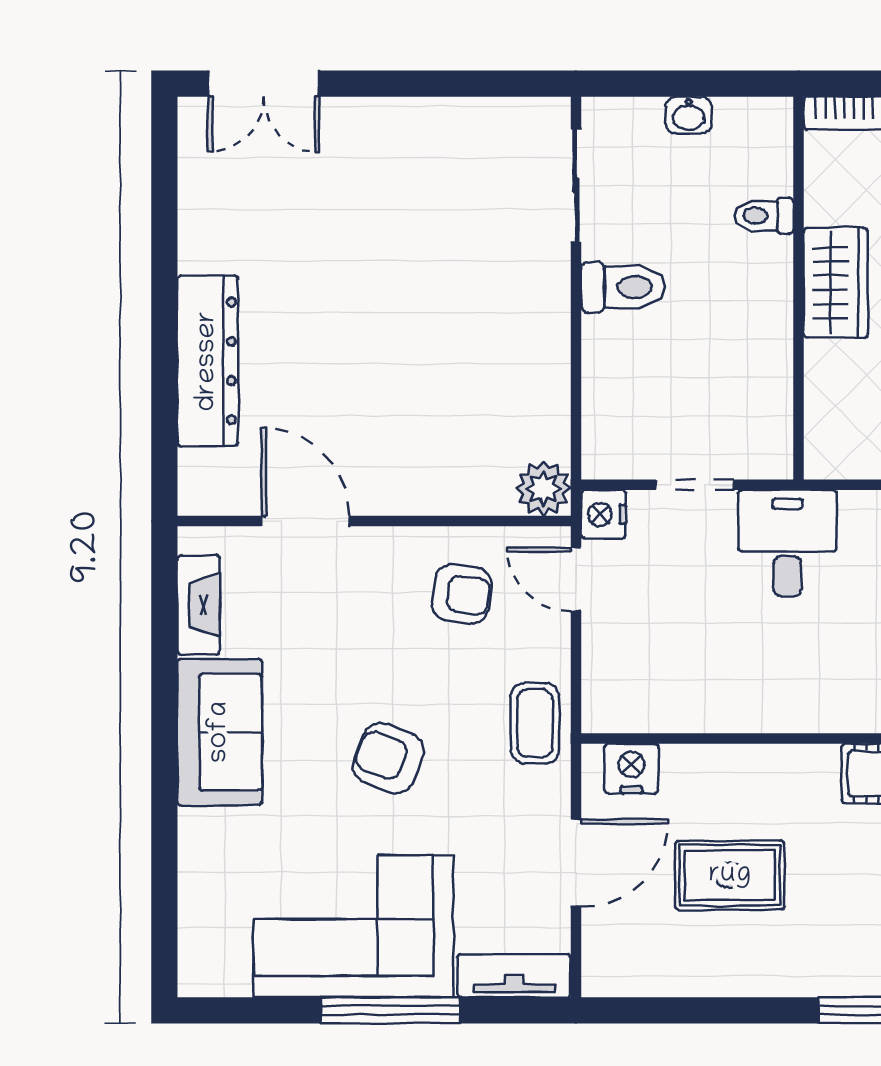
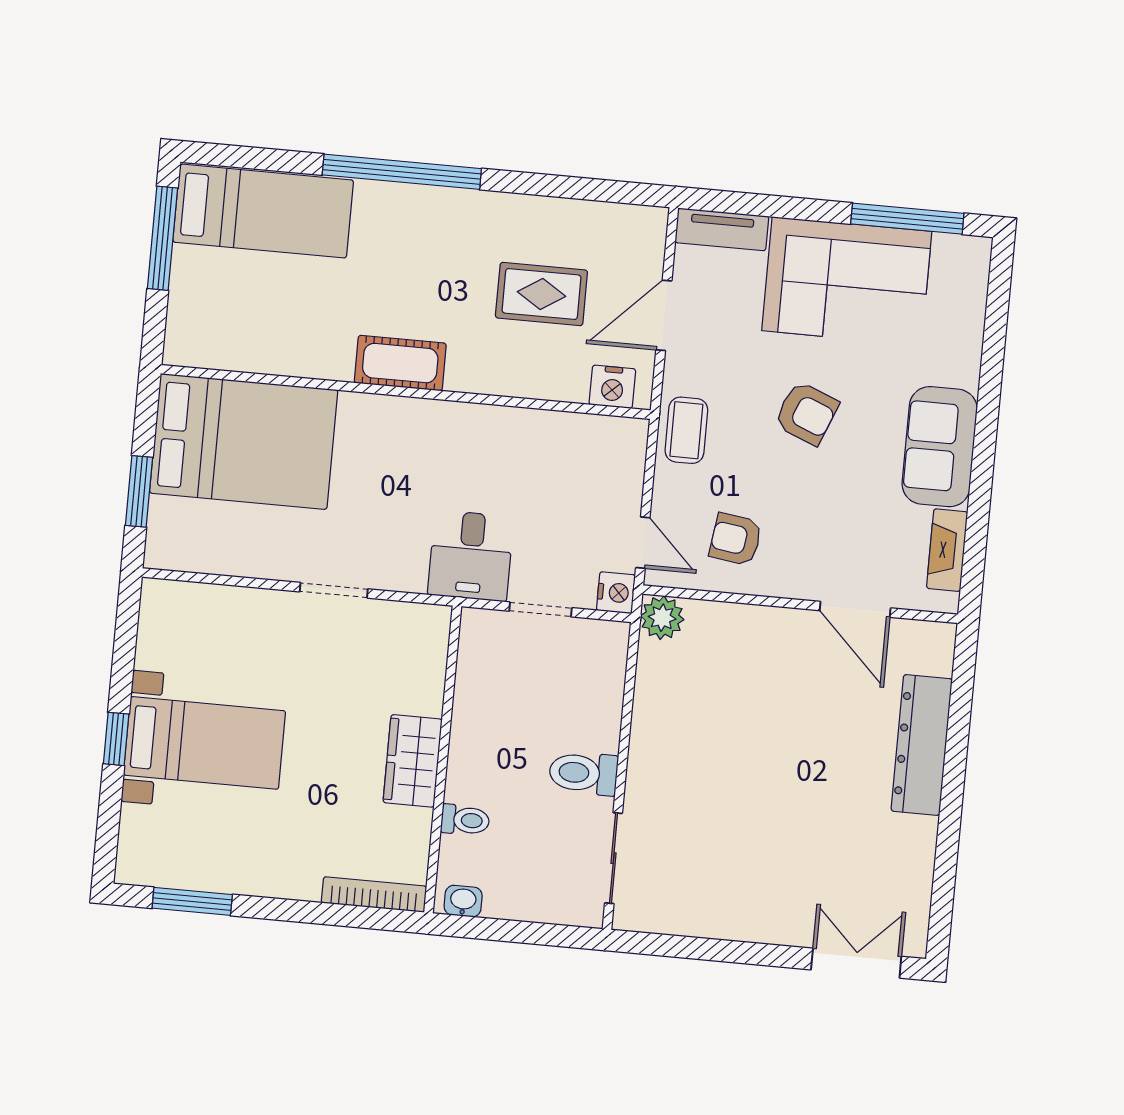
washbasin: (689, 115) -> (463, 901), moved
window: (391, 1010) -> (907, 219), moved

